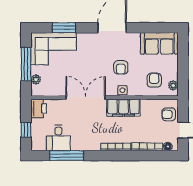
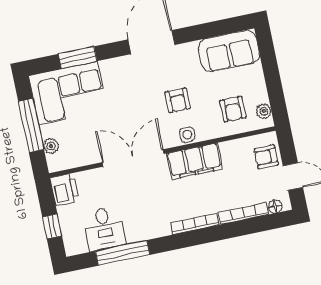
armchair: (154, 80) -> (233, 109), turned 180

